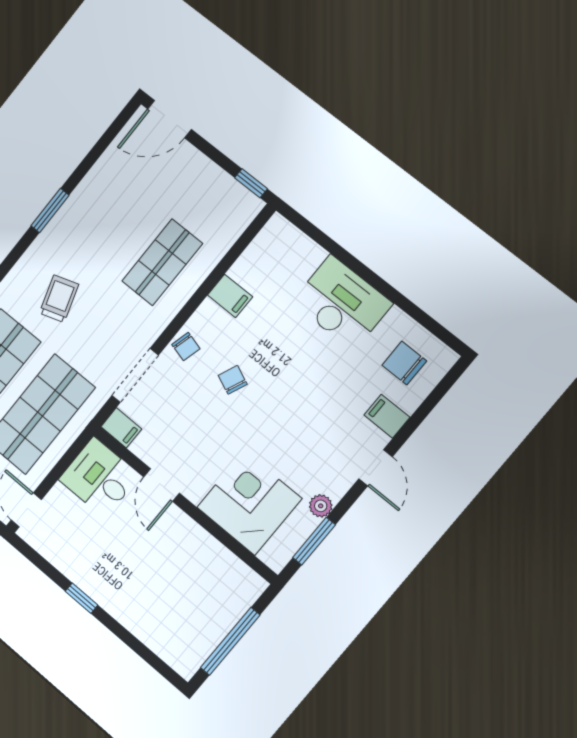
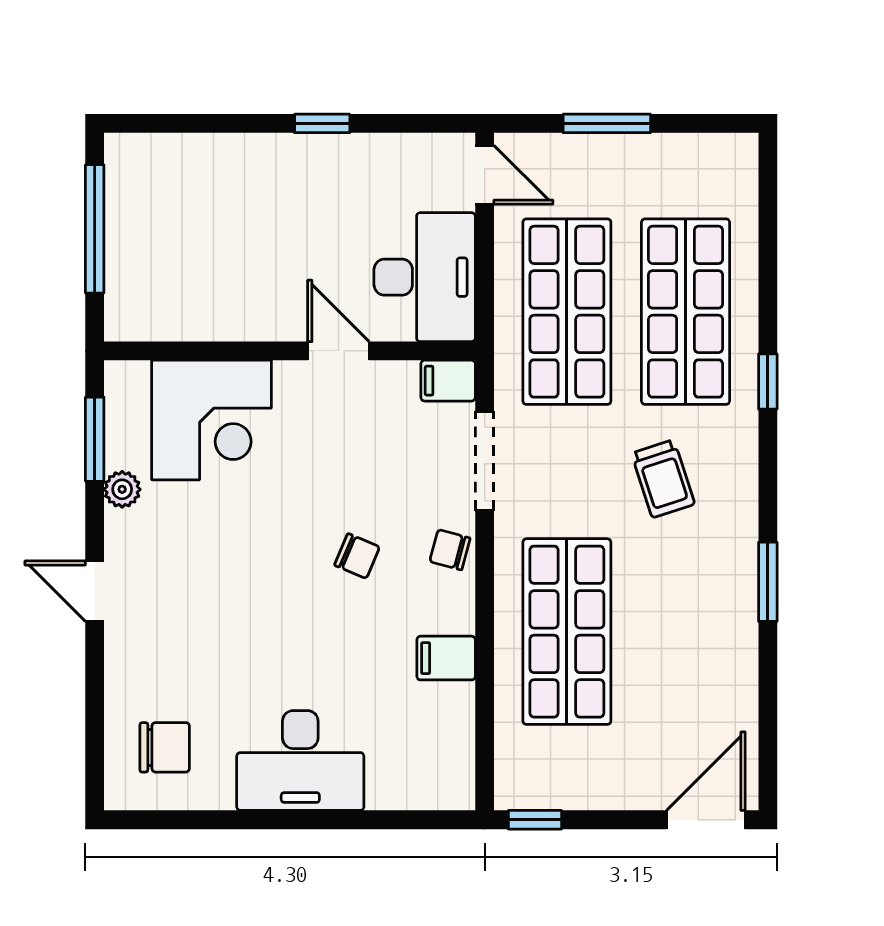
shop shelf: (162, 262) -> (567, 632), width x1.43, depth x1.36
filing cabinet: (387, 416) -> (133, 665), removed
desk: (99, 477) -> (425, 277), width x1.37

